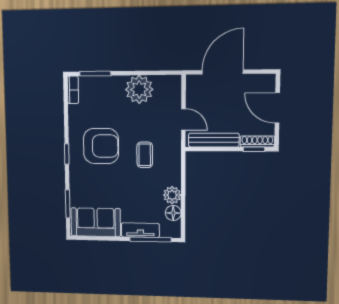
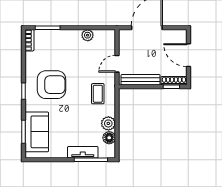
plant: (139, 89) -> (88, 35), width x0.53, depth x0.53
door: (183, 119) -> (117, 64), swing flipped
coffee table: (145, 155) -> (98, 94), moved
sofa: (96, 222) -> (37, 132), moved, turned 90

